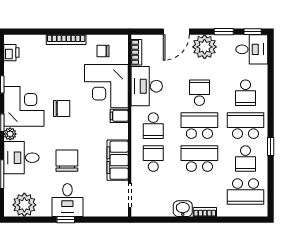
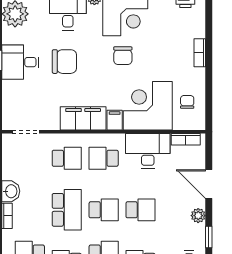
bookcase: (66, 40) -> (200, 53), width x0.64
plant: (205, 47) -> (198, 216), width x0.53, depth x0.53
school desk: (199, 126) -> (104, 210), width x0.54
filing cabinet: (118, 160) -> (83, 118), moved

